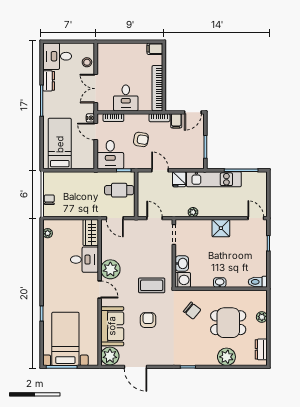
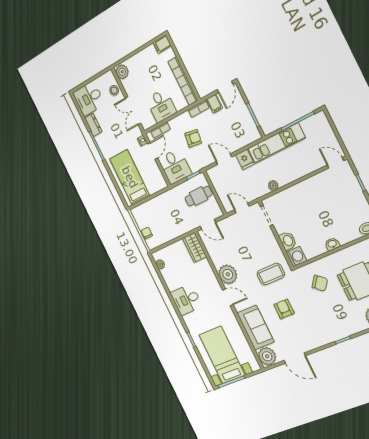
plant: (104, 51) -> (122, 72), added
door: (96, 132) -> (153, 151), swing flipped
shower: (221, 228) -> (307, 189), removed
desk: (84, 260) -> (186, 300), moved, turned 180

